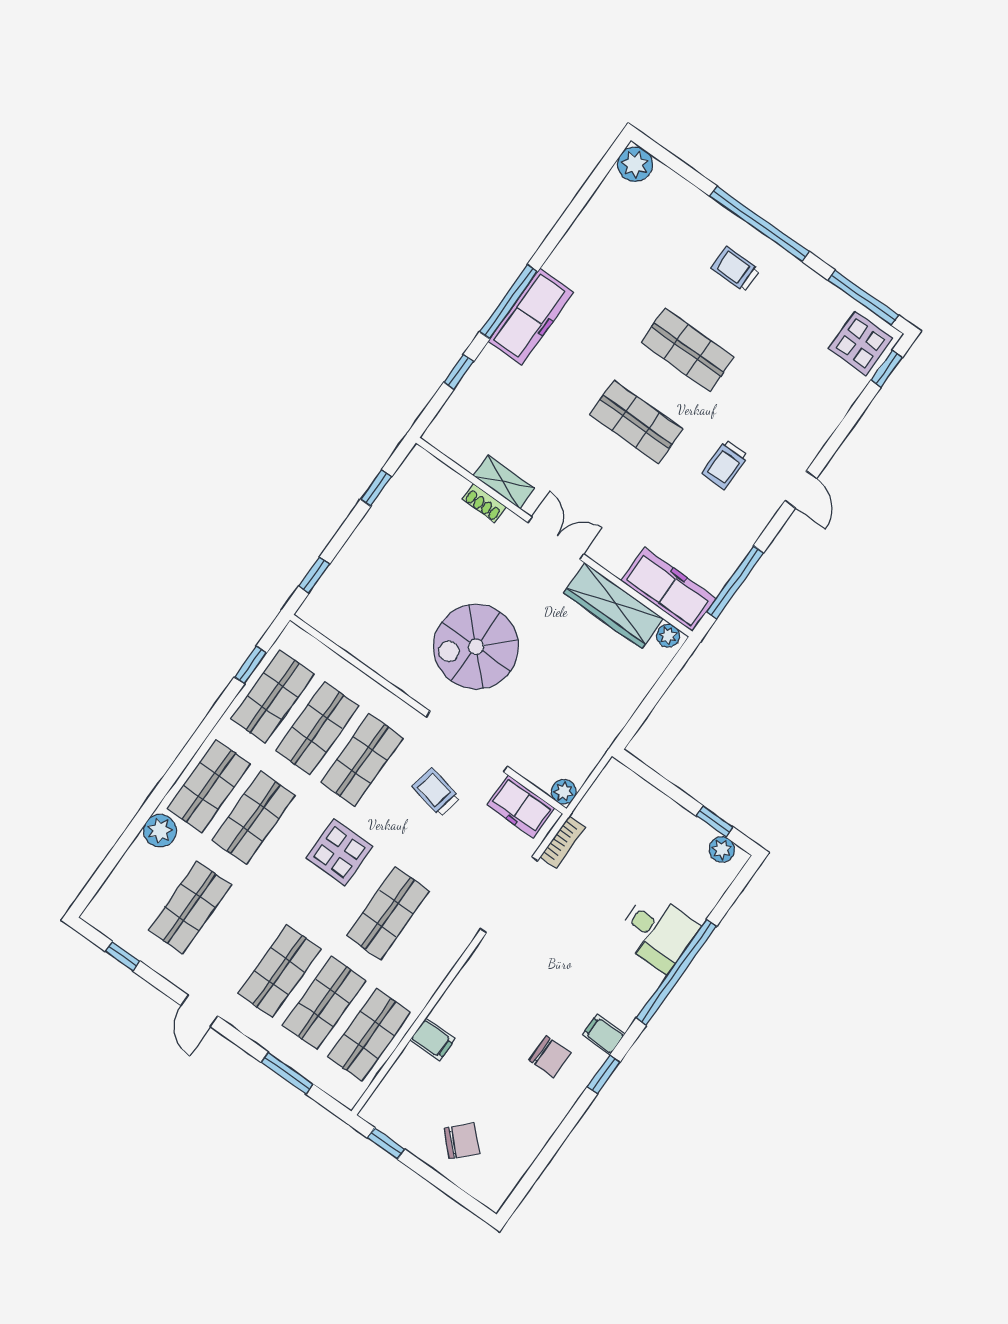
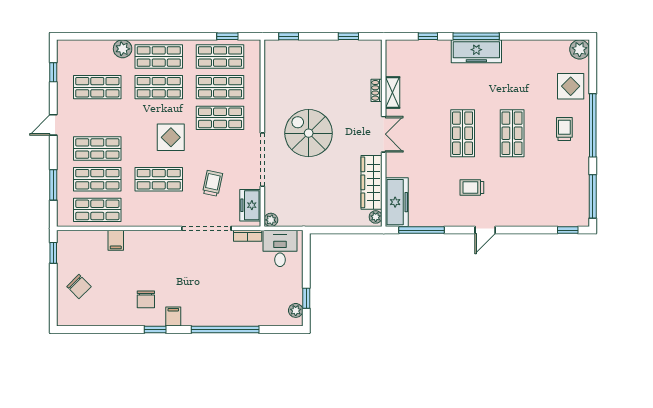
display table: (861, 343) -> (571, 86), moved
trolley: (436, 792) -> (213, 183), moved
desk: (657, 932) -> (280, 248), moved, turned 180

